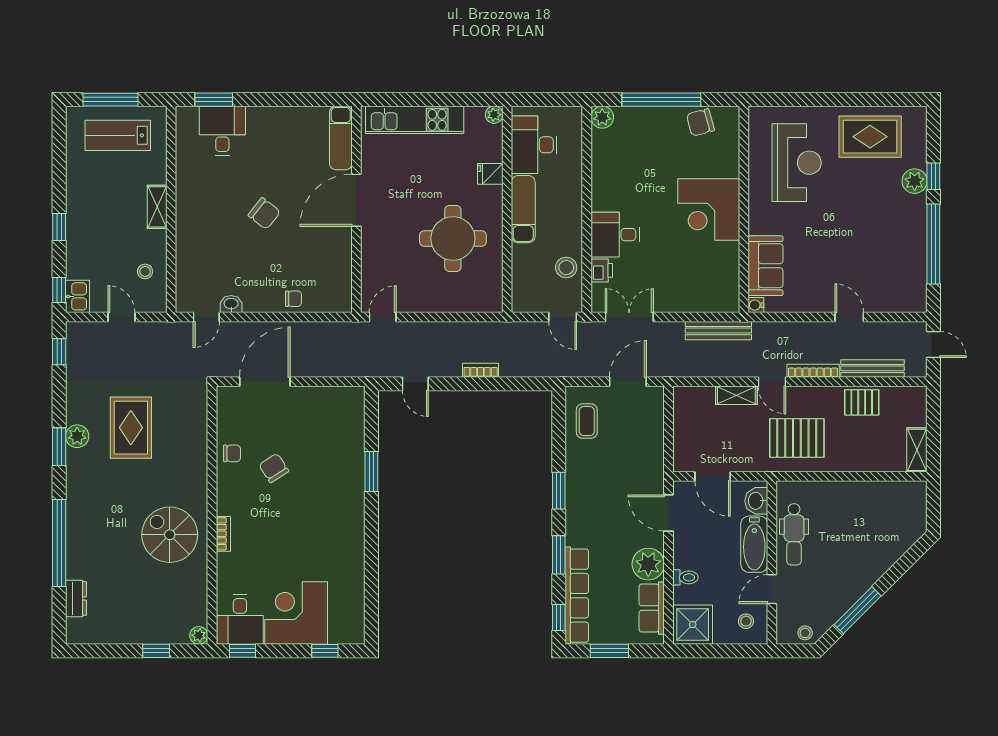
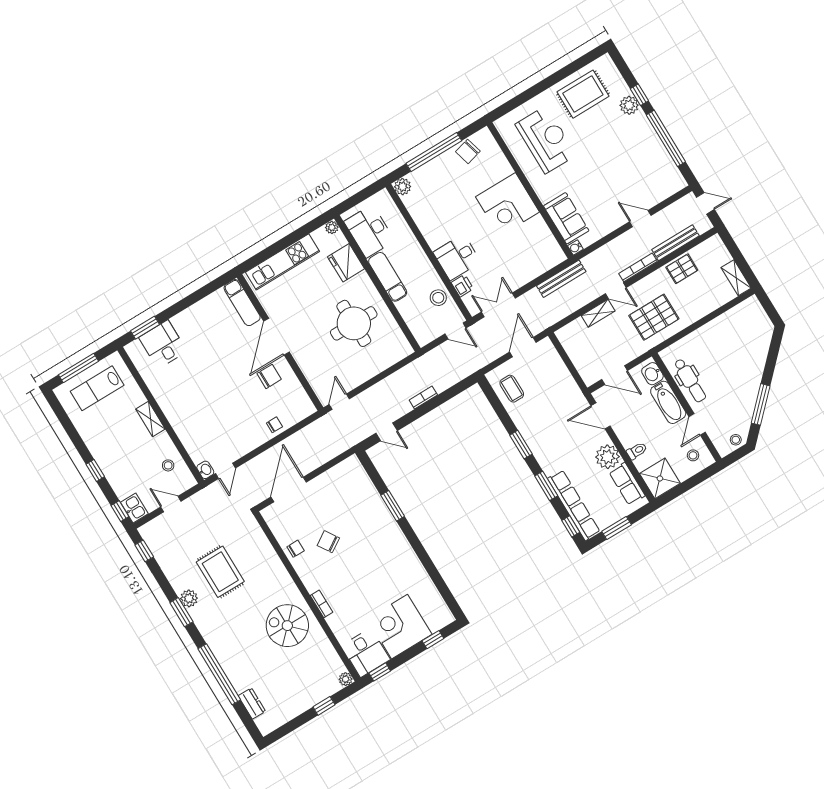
fridge: (490, 174) -> (346, 263), width x1.88, depth x1.34
chair: (264, 214) -> (269, 376), moved, turned -38
washbasin: (231, 304) -> (205, 470), moved, turned 90

